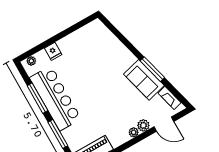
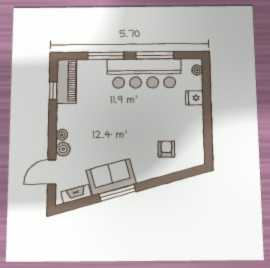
armchair: (102, 52) -> (166, 149), added

